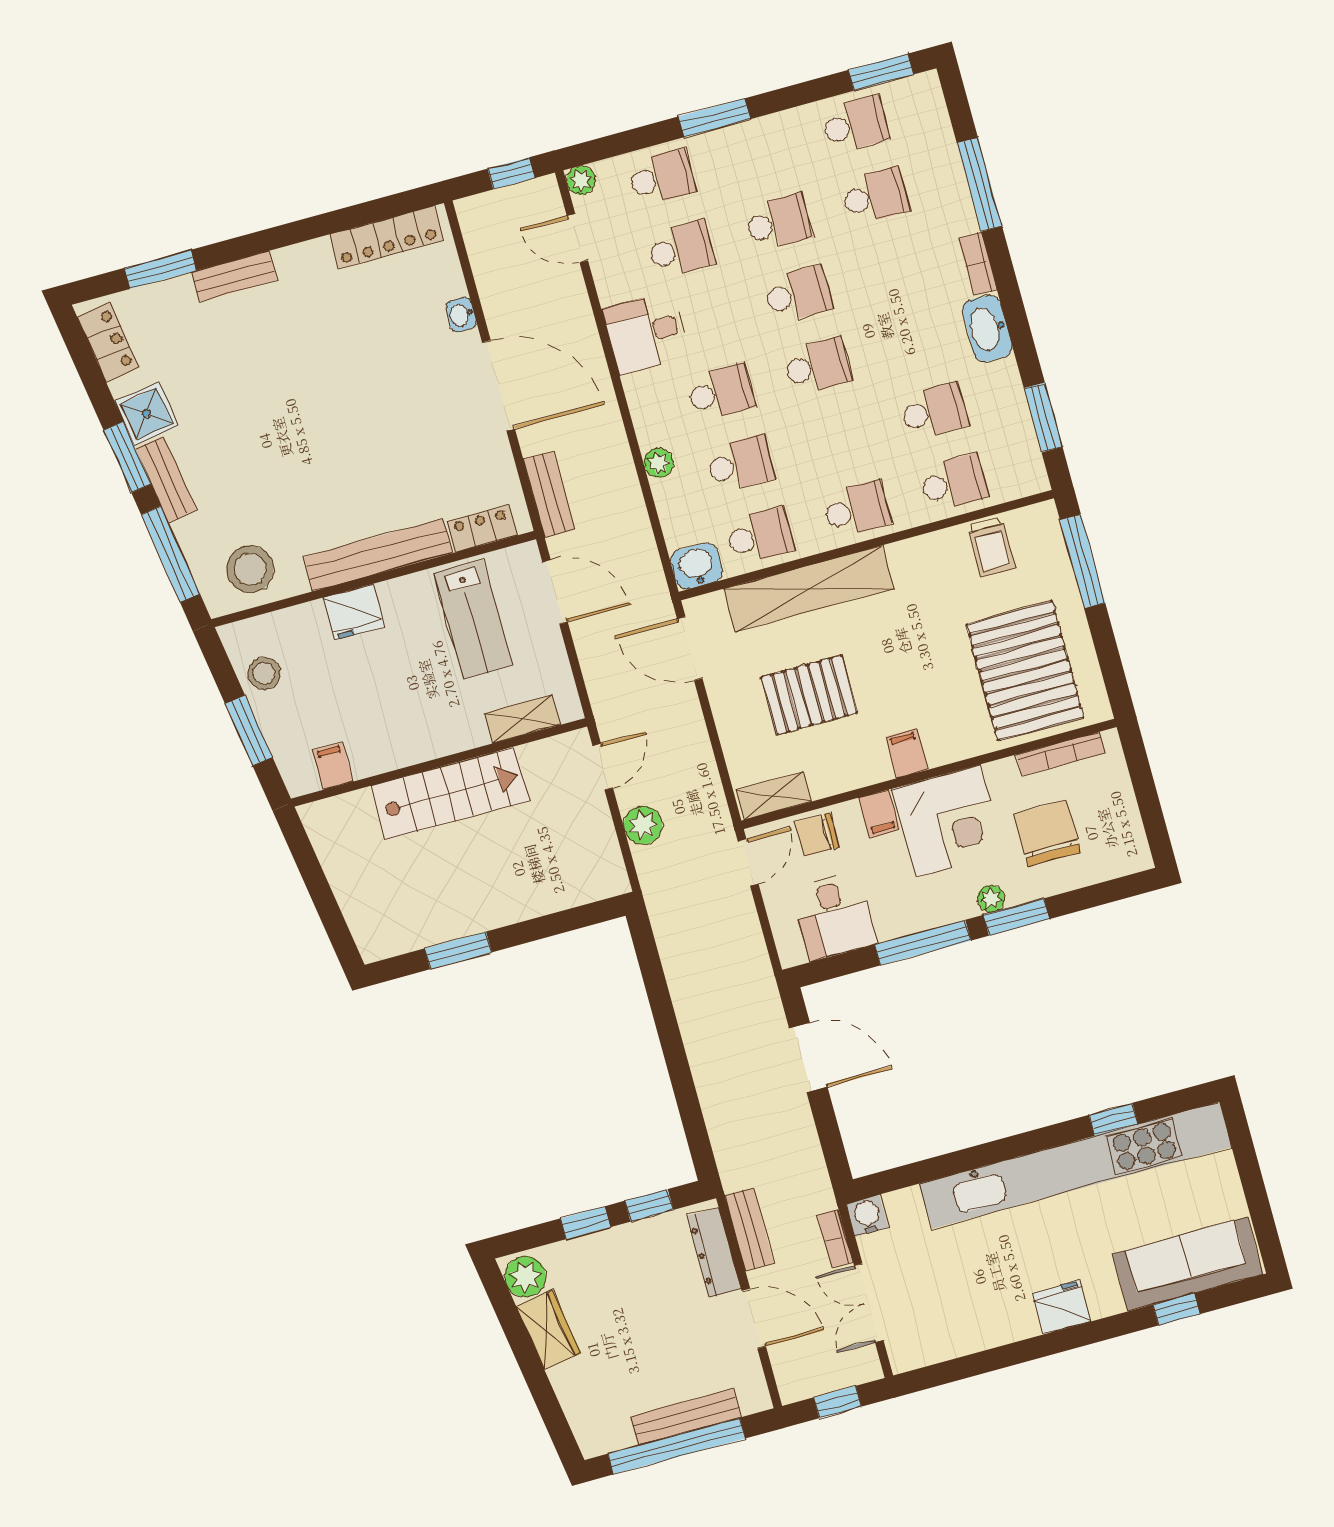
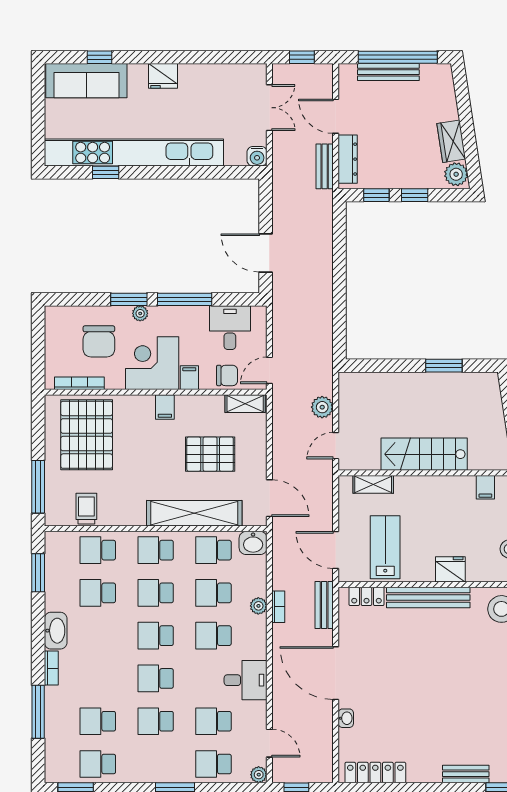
school desk: (837, 438) -> (156, 593), added
bookcase: (835, 1239) -> (278, 607), moved

